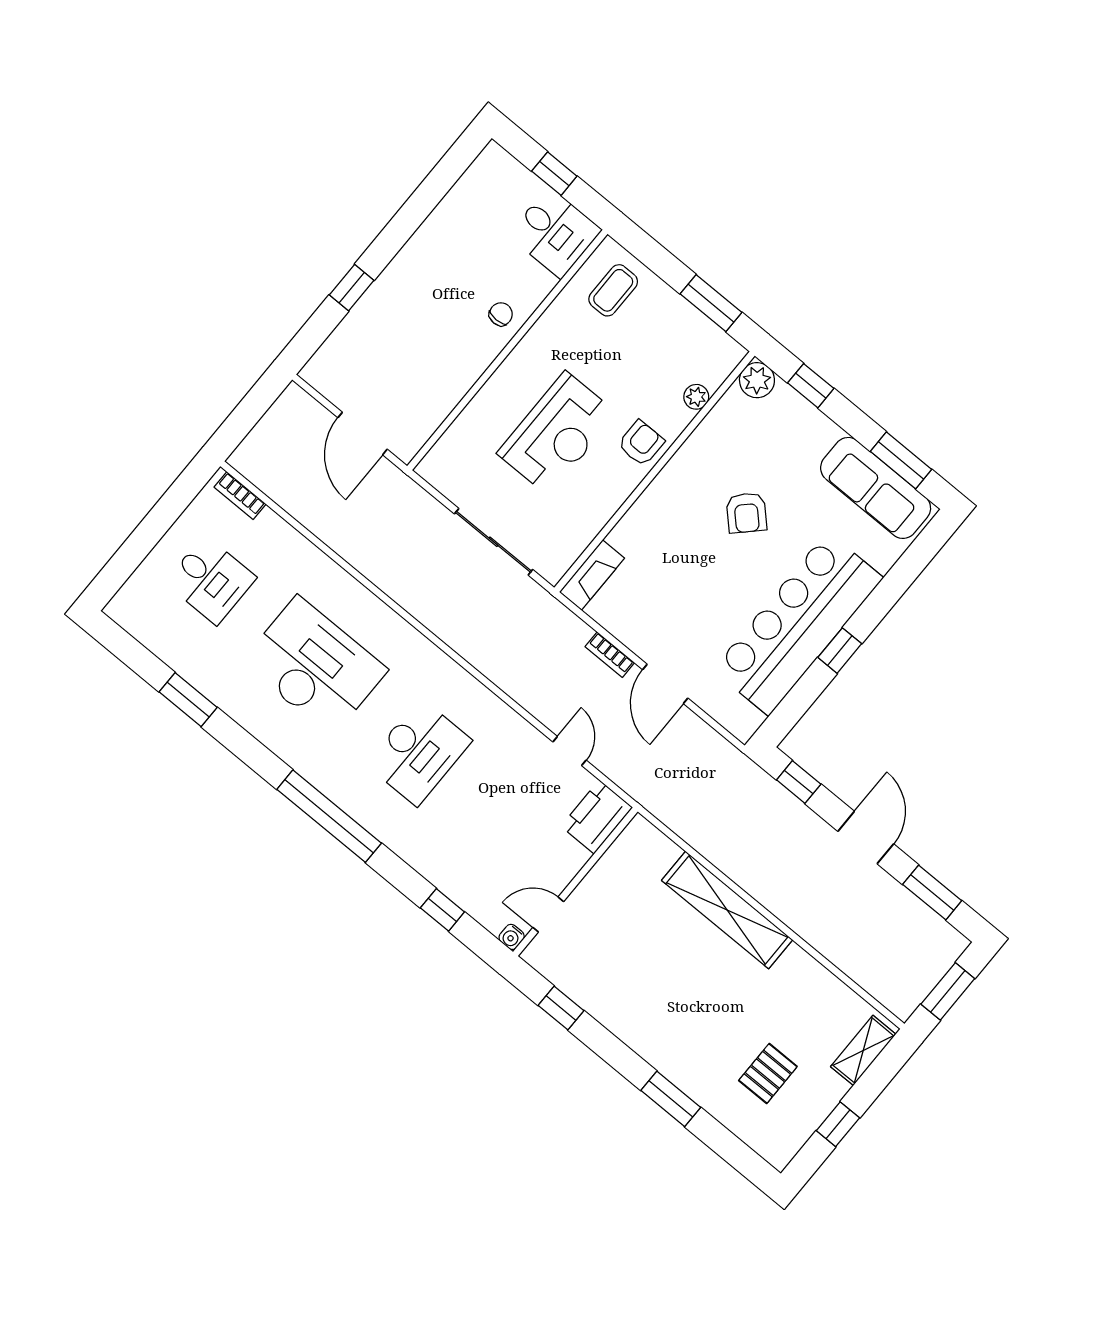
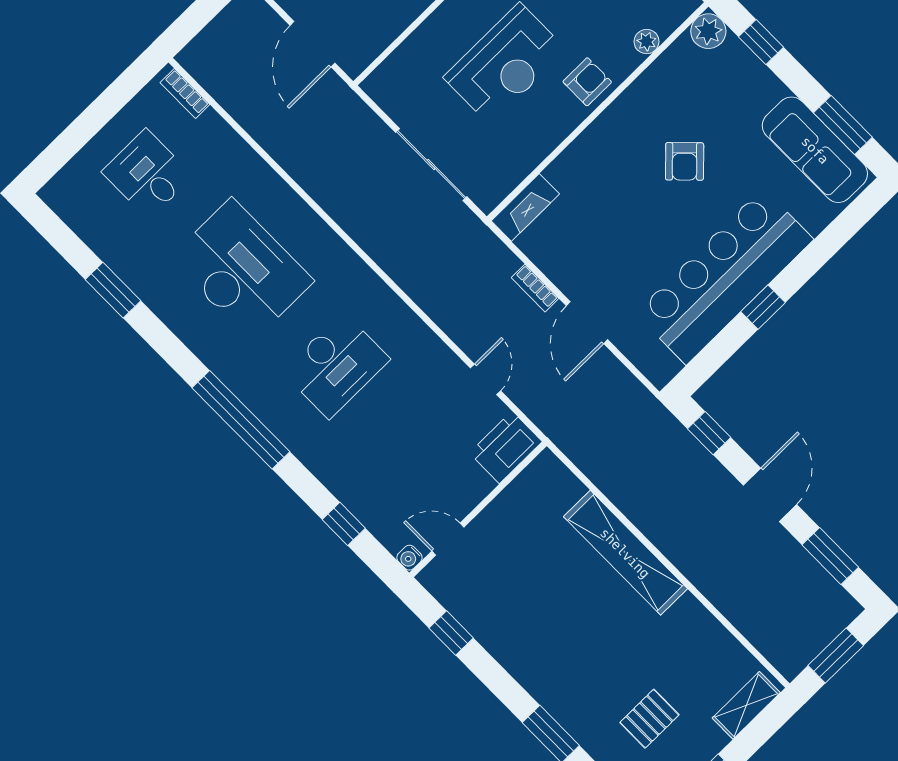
desk: (211, 580) -> (147, 174), turned 180

